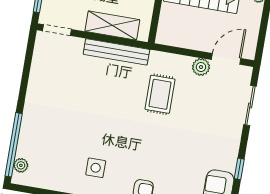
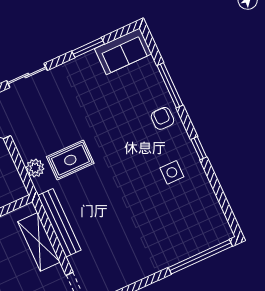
plant: (201, 67) -> (35, 168), moved
plant: (21, 165) -> (214, 238), removed
window: (239, 169) -> (88, 48), width x1.50

